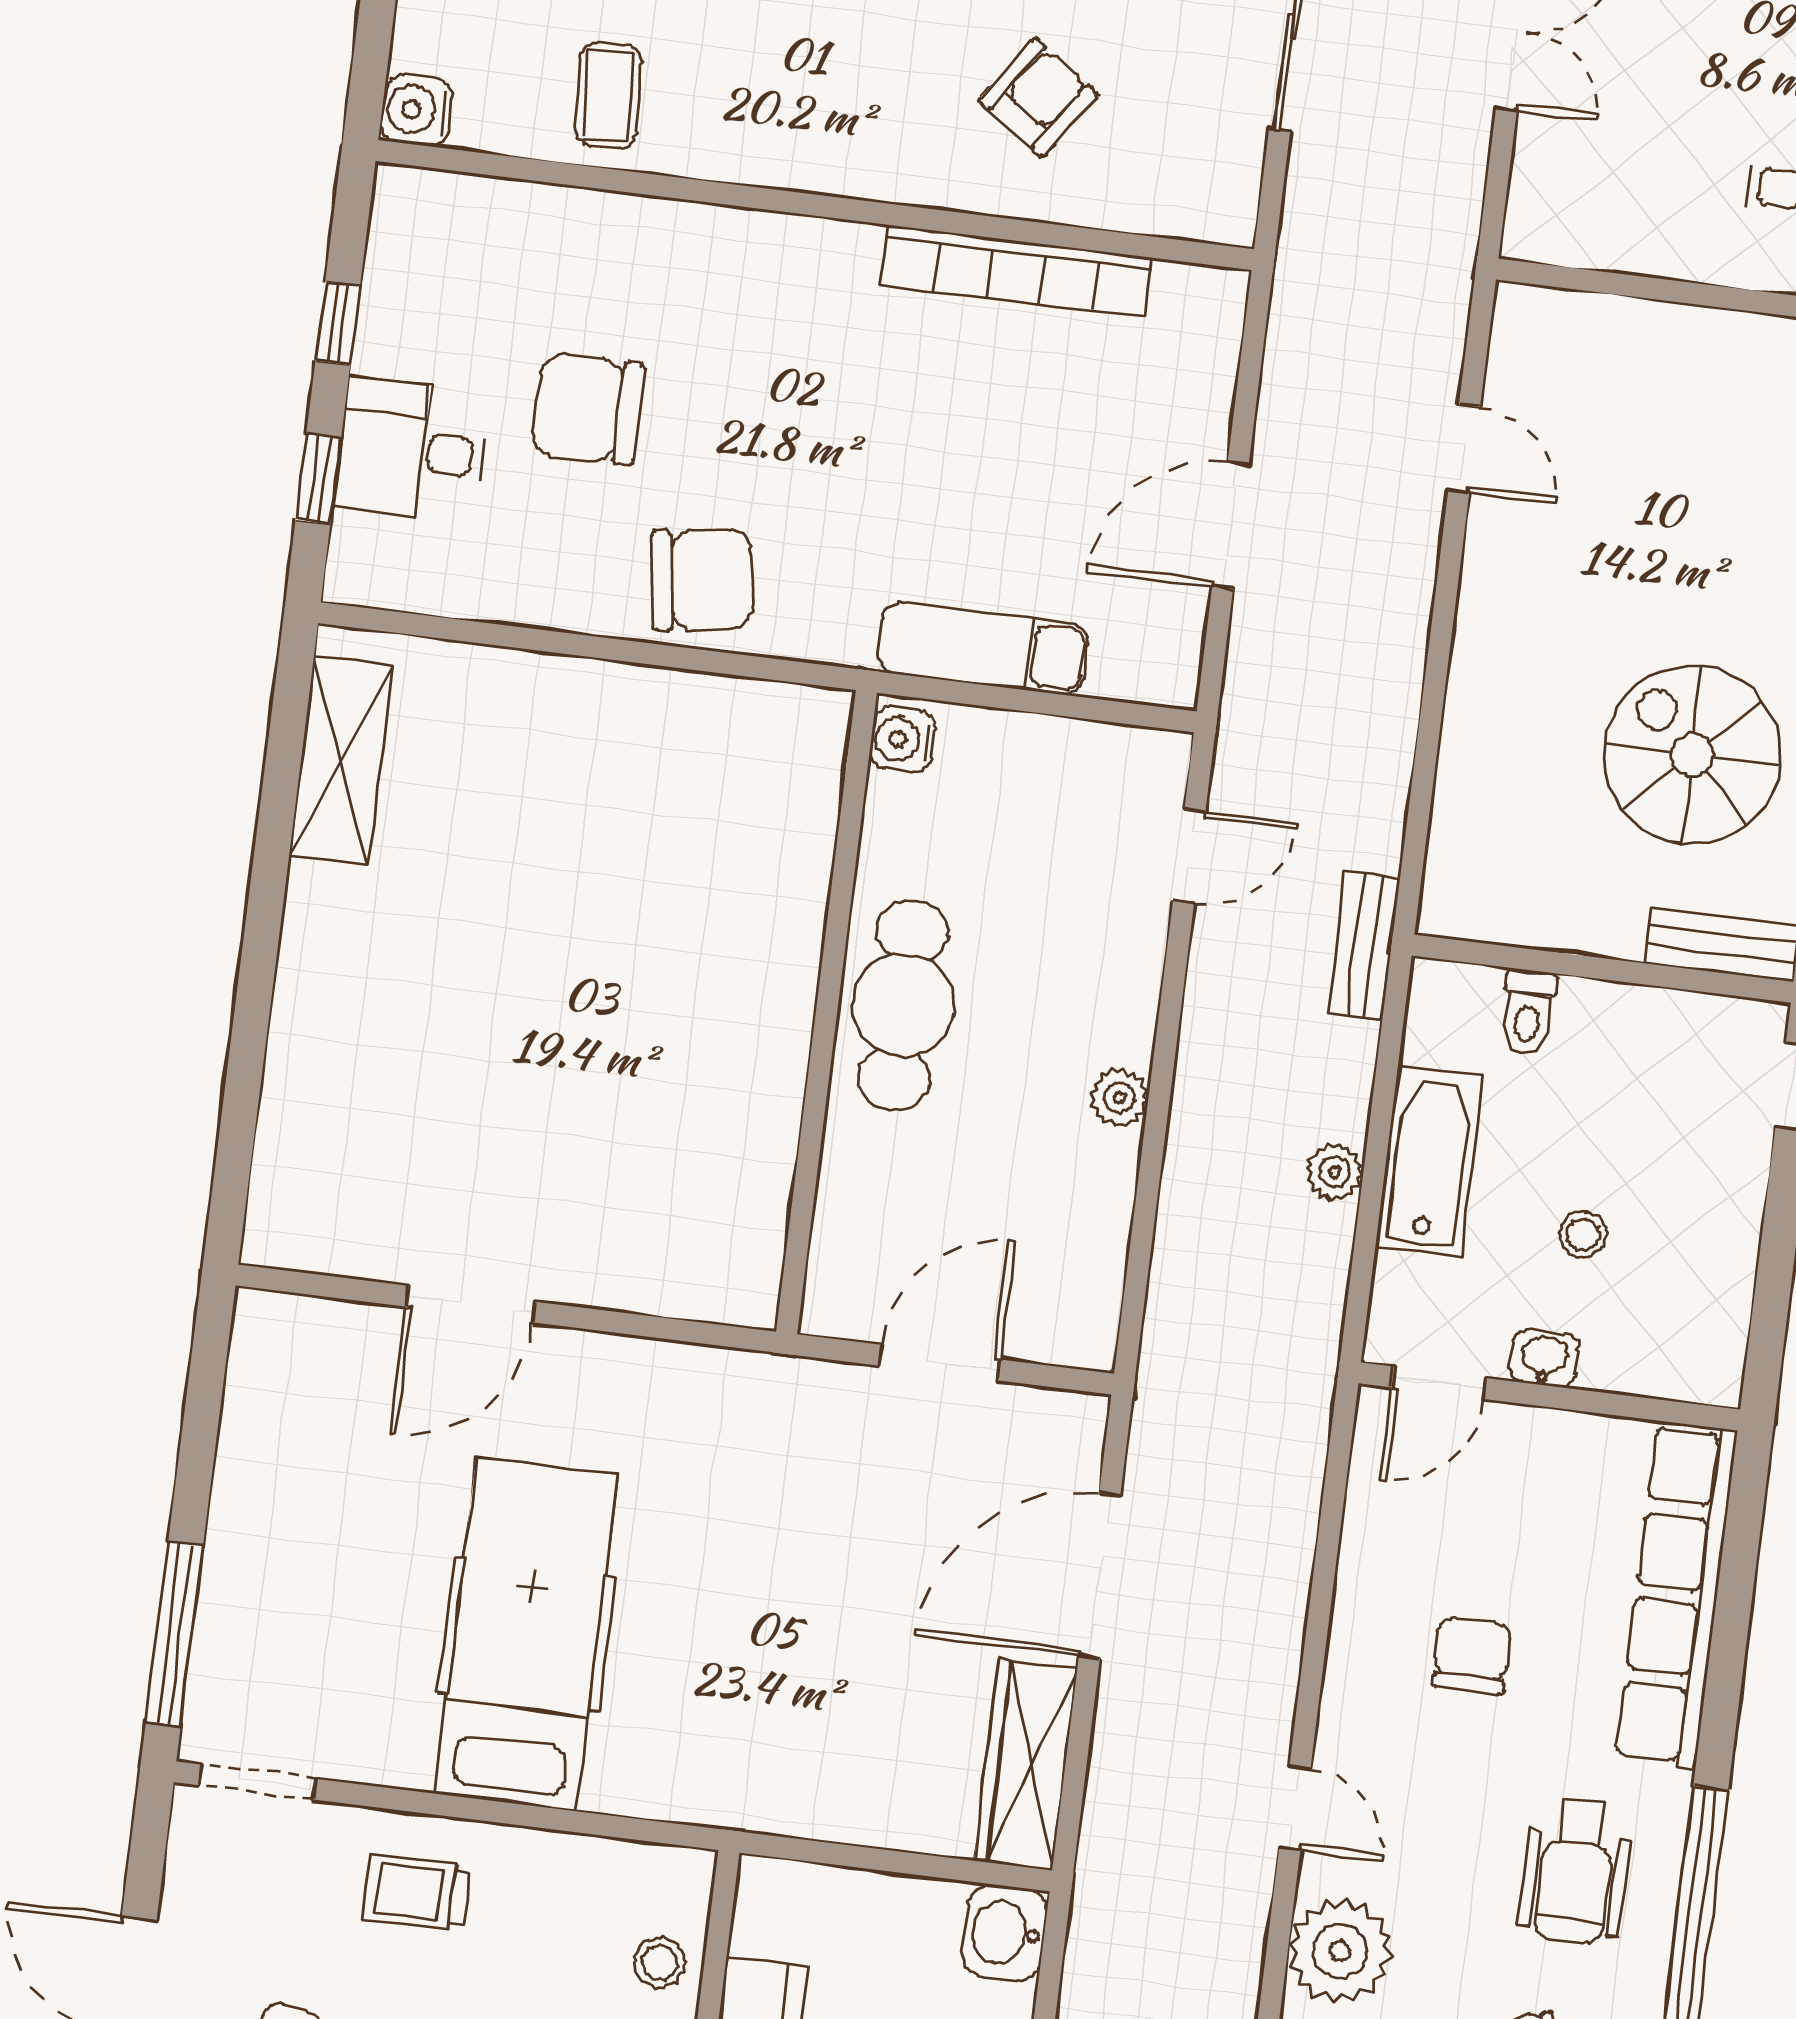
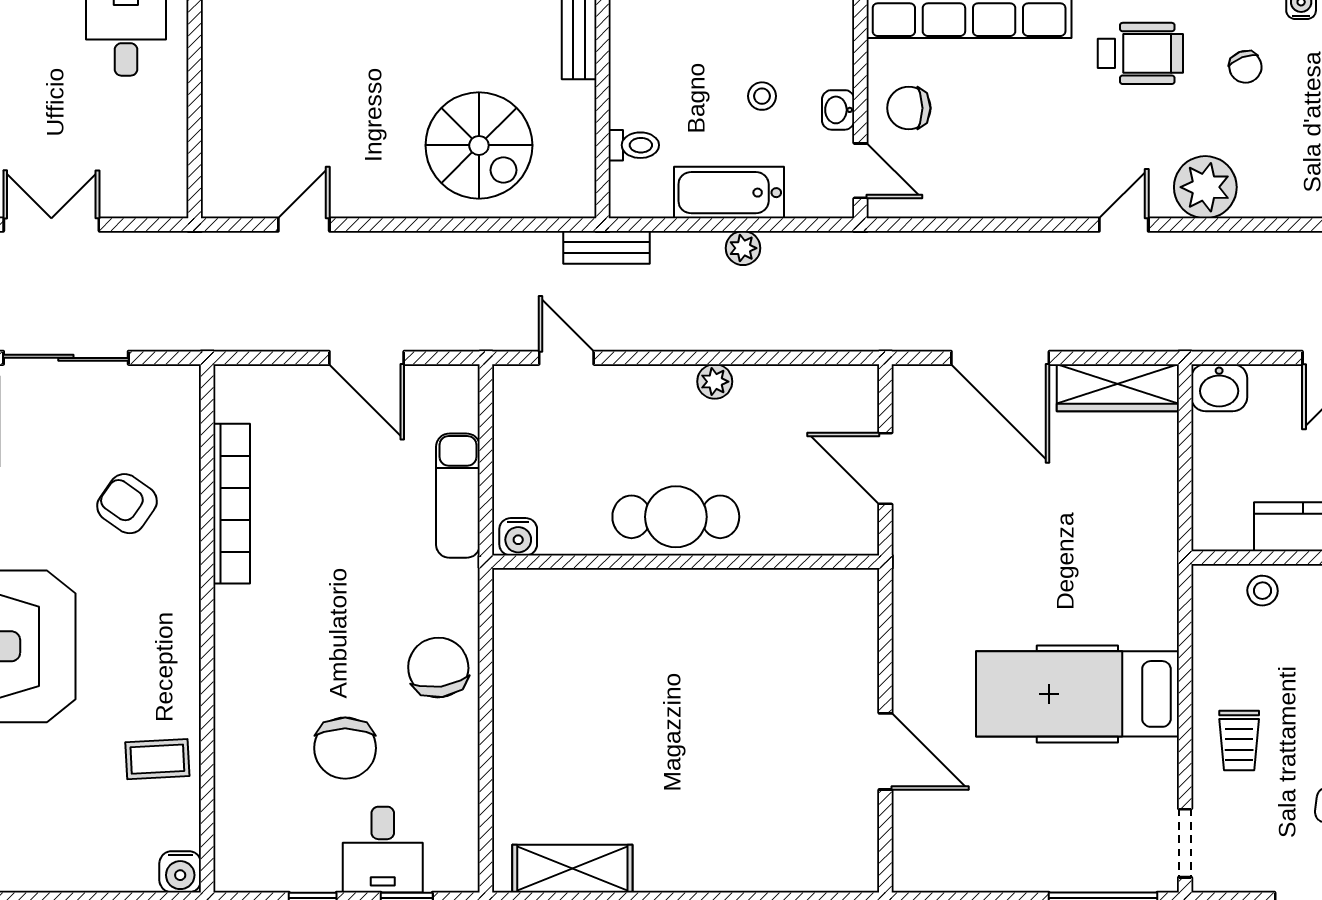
spiral stairs: (1692, 755) -> (479, 145), moved, turned -90
chair: (1472, 1655) -> (909, 108), moved

